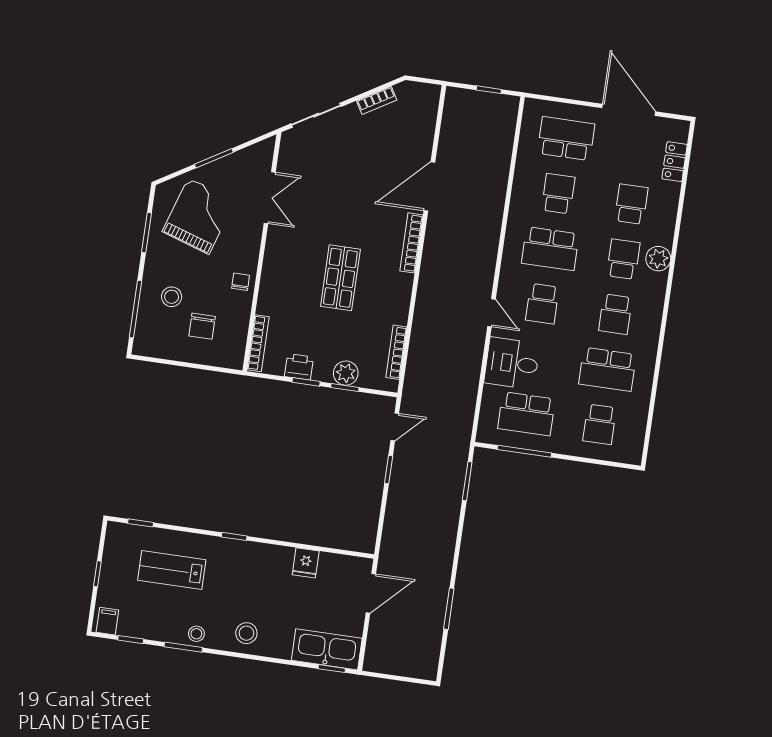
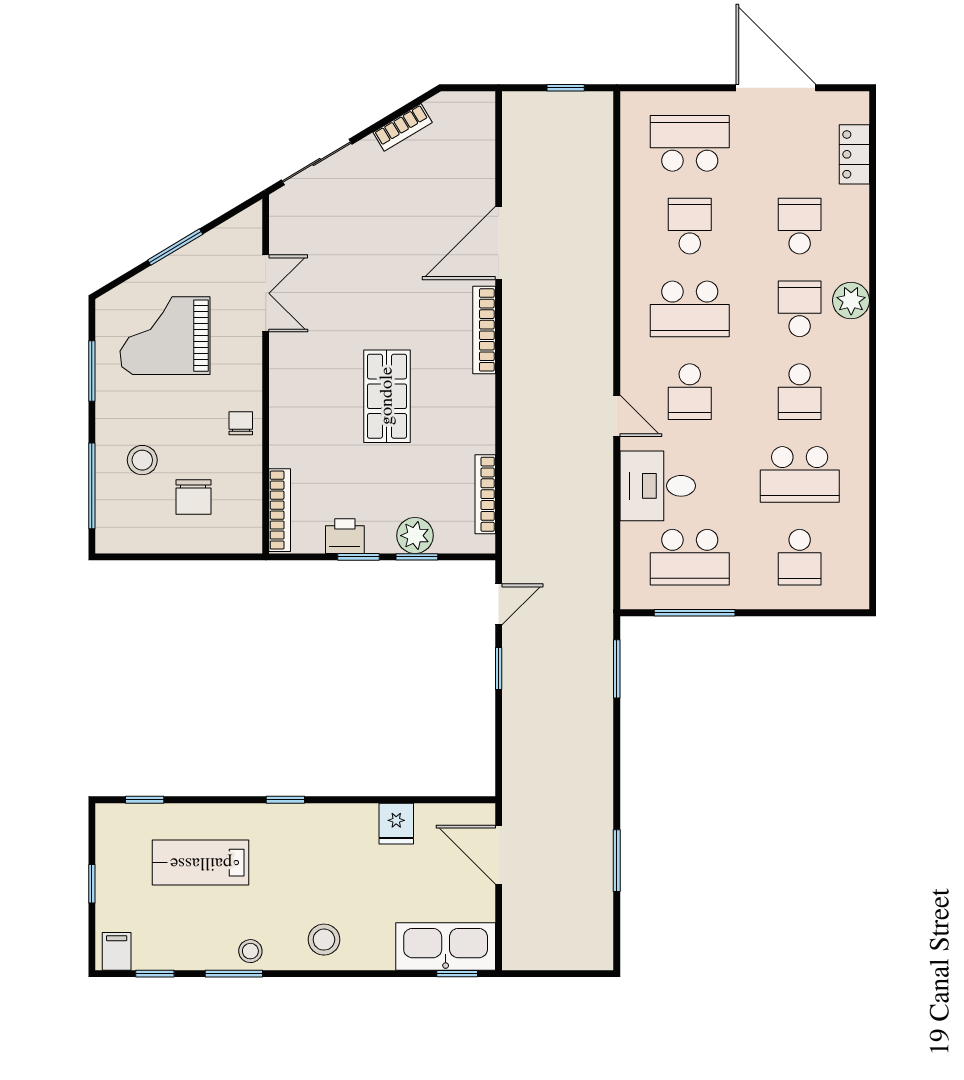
grand piano: (199, 216) -> (165, 336), turned -108
door: (371, 593) -> (499, 855), swing flipped

